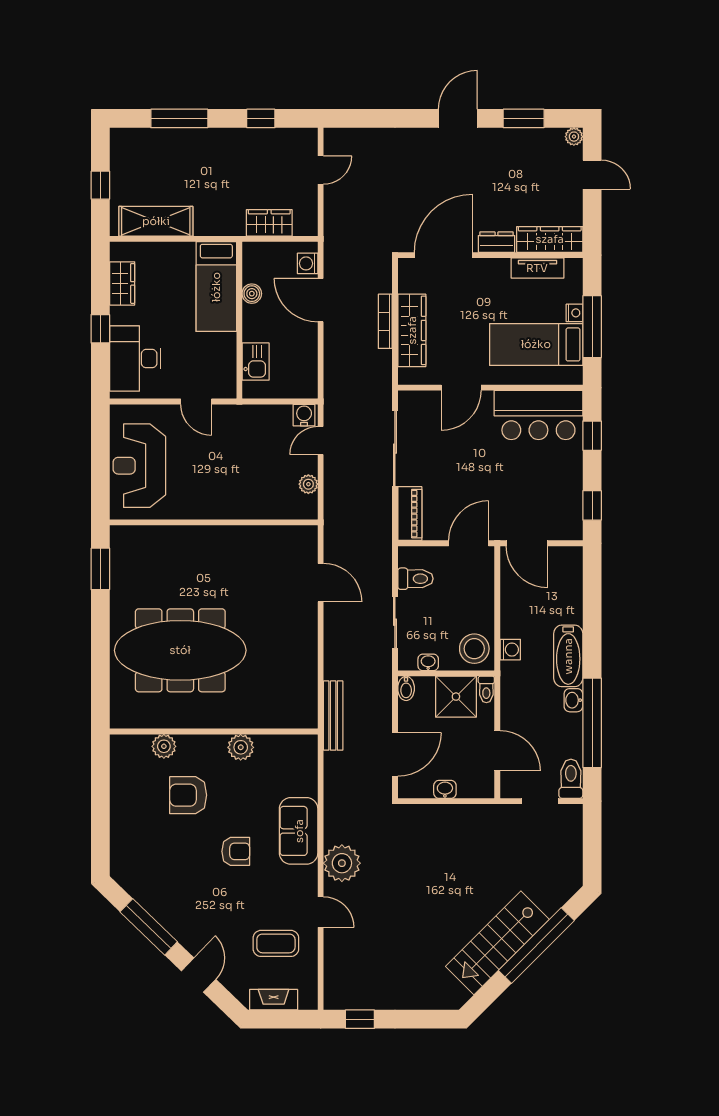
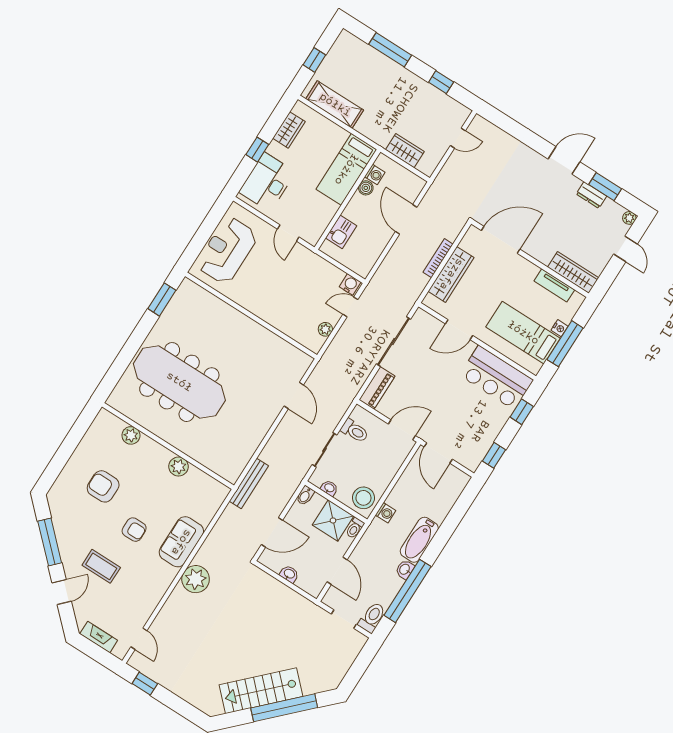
dresser: (497, 242) -> (591, 195), moved, turned 180
washing machine: (308, 263) -> (375, 174), moved, turned 180
armchair: (188, 795) -> (103, 486), moved
door: (321, 912) -> (139, 639), moved
coffee table: (276, 943) -> (101, 566), moved

